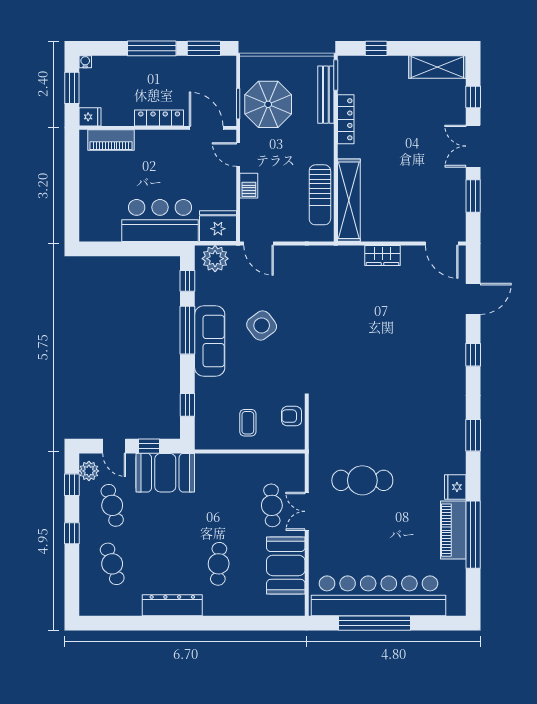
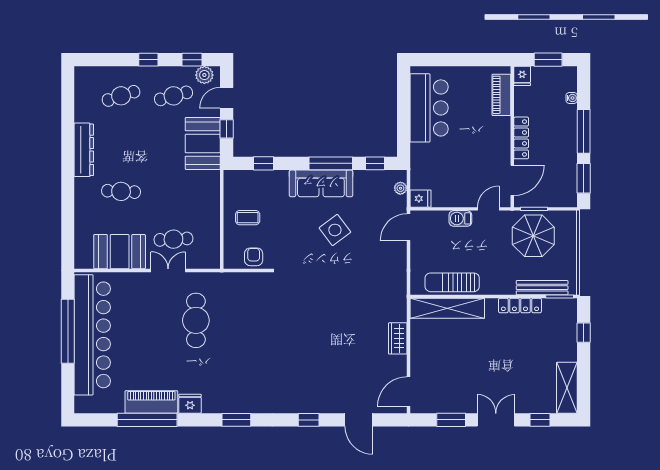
water cooler: (85, 62) -> (572, 98), moved
bar counter: (160, 221) -> (429, 108), moved
fridge: (218, 226) -> (420, 199), width x0.53, depth x0.75
plant: (215, 259) -> (400, 188), width x0.53, depth x0.53

